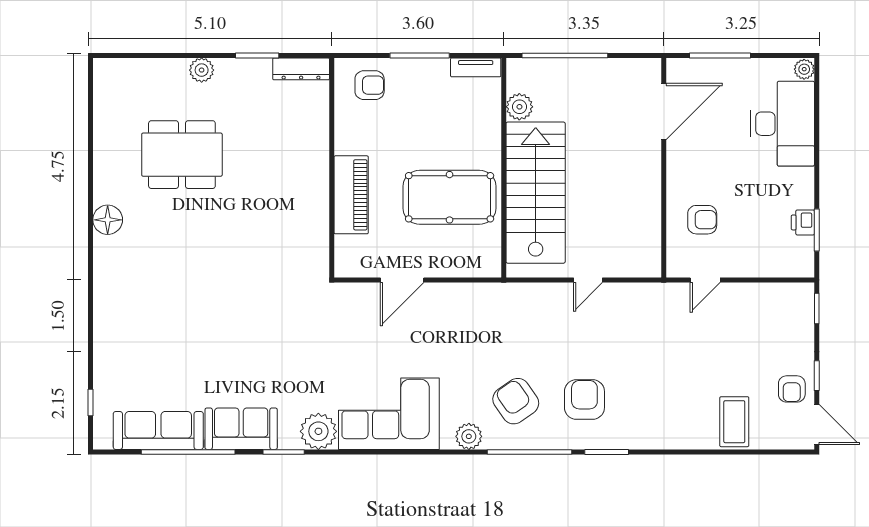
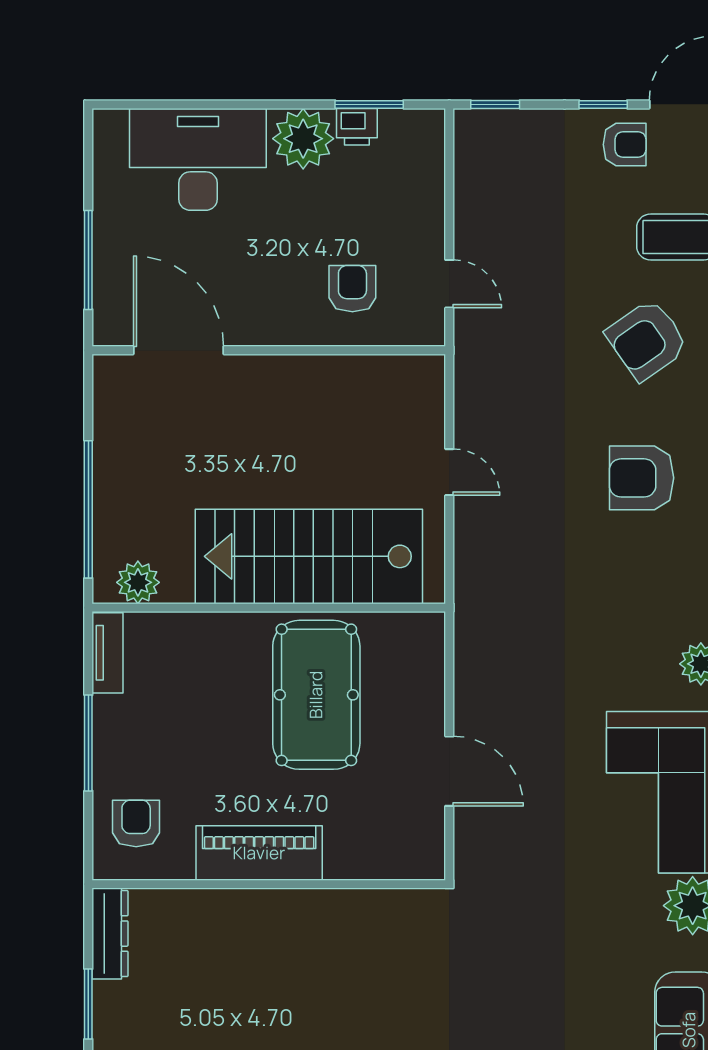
plant: (804, 69) -> (303, 139), moved, width x1.87, depth x1.87
plant: (519, 107) -> (138, 582), moved
piano: (351, 195) -> (259, 853), moved
armchair: (516, 401) -> (647, 340), moved

